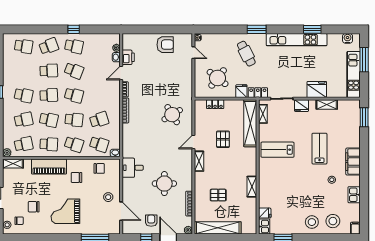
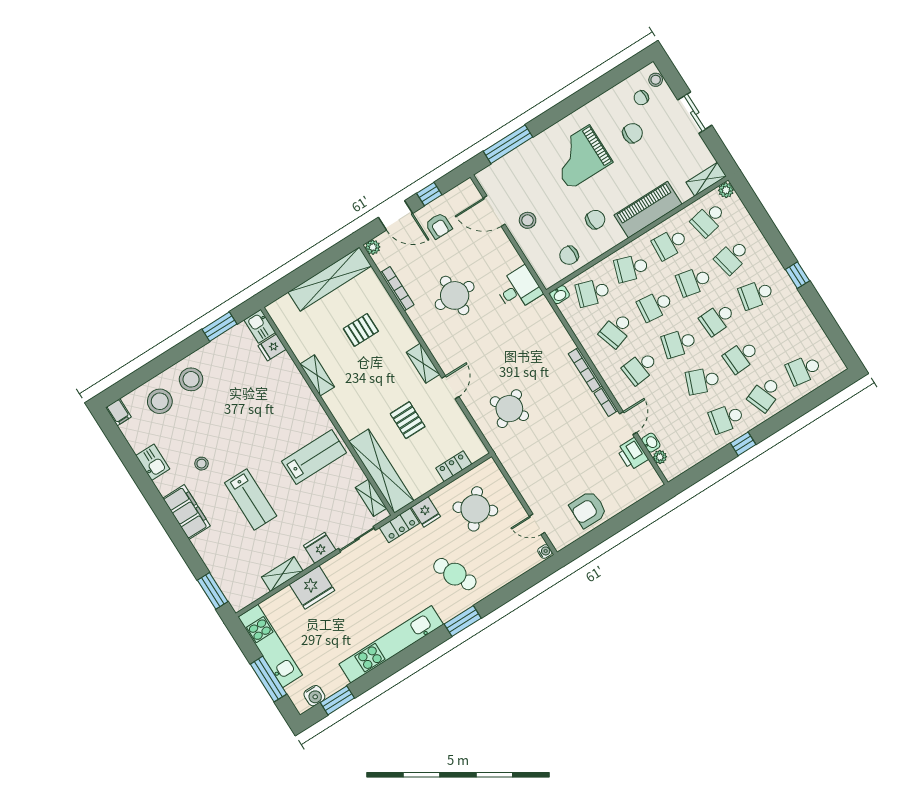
window: (312, 29) -> (337, 700), moved
school desk: (99, 95) -> (640, 368), added
grand piano: (65, 211) -> (579, 157), turned 180

